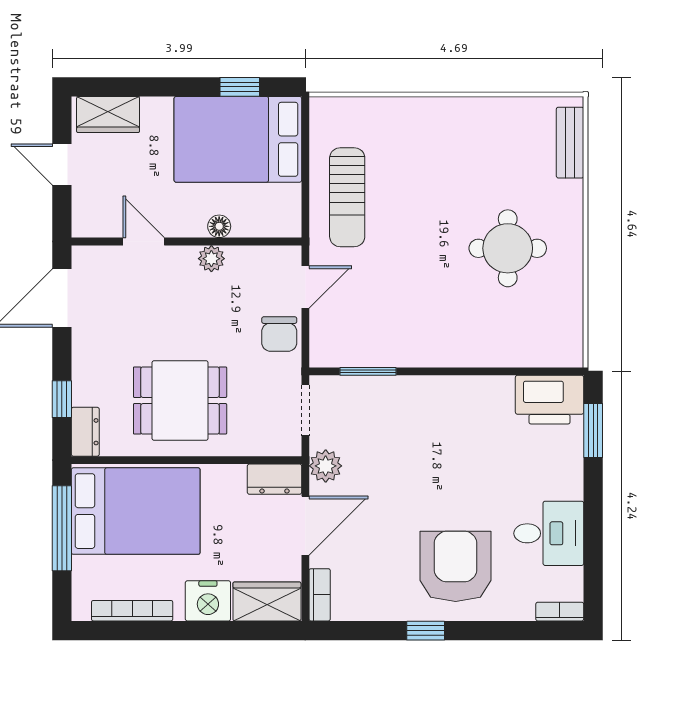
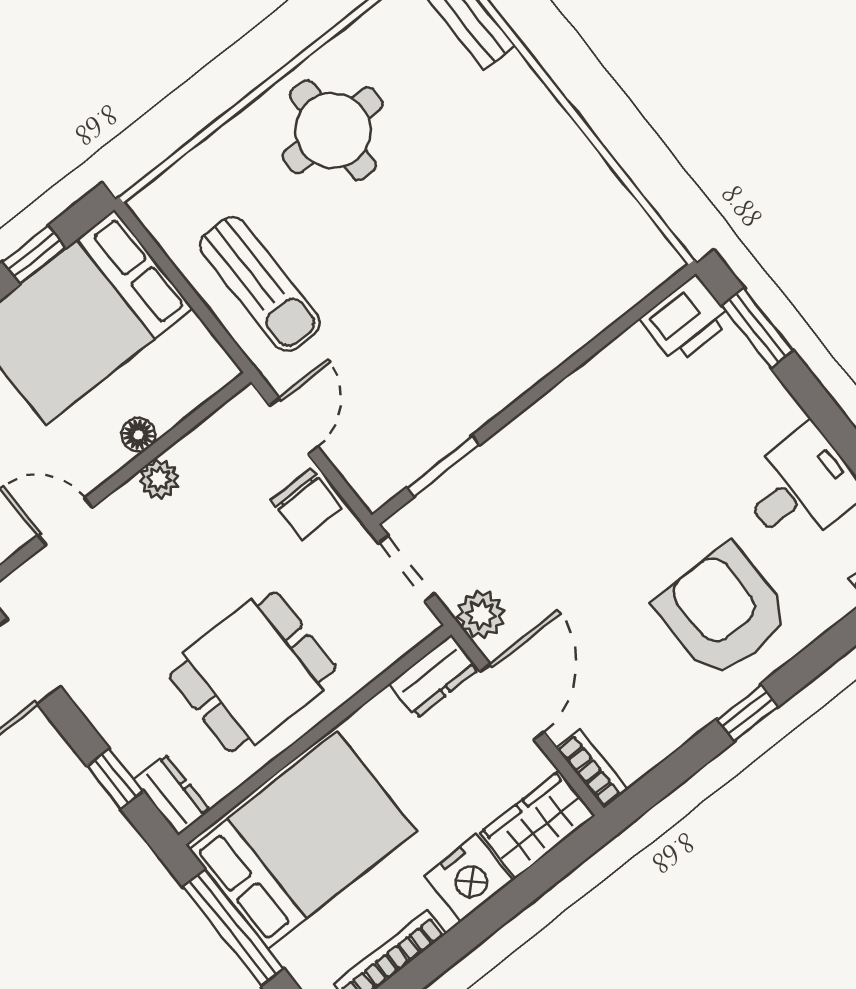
round table: (508, 248) -> (333, 130), moved
printer: (550, 400) -> (686, 319), width x0.73, depth x0.84

